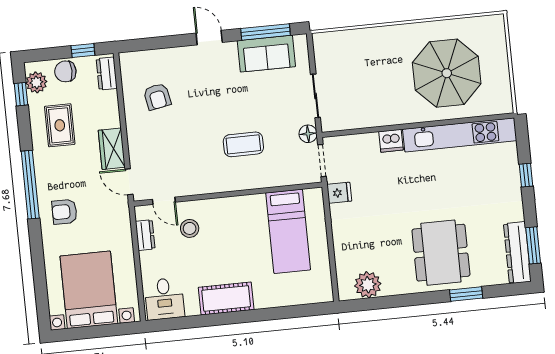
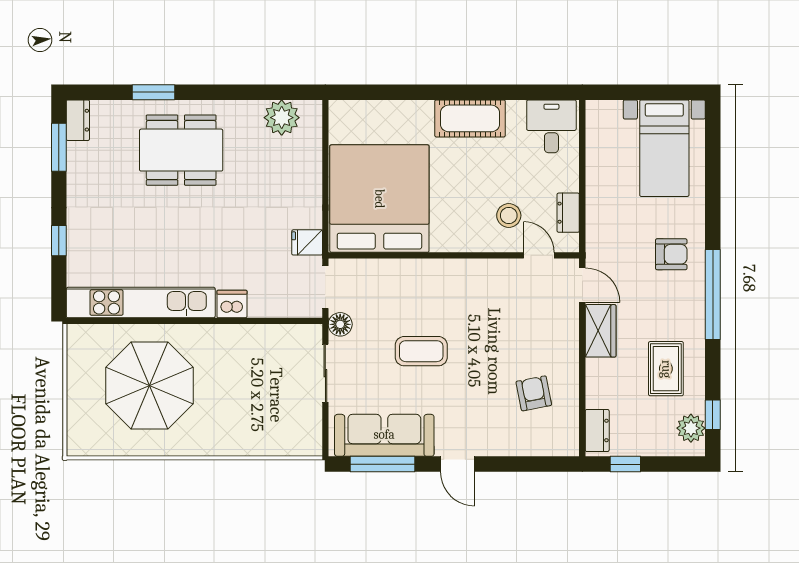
sofa: (266, 54) -> (384, 435), width x1.36
chair: (65, 71) -> (651, 439), removed
coffee table: (243, 144) -> (421, 351), moved
bed: (288, 231) -> (379, 199), width x2.04
dining table: (441, 253) -> (181, 150), turned 90
dresser: (517, 253) -> (78, 120), width x0.51, depth x0.80
bed with nightstands: (89, 290) -> (664, 148), width x0.73

